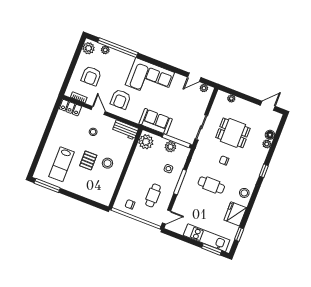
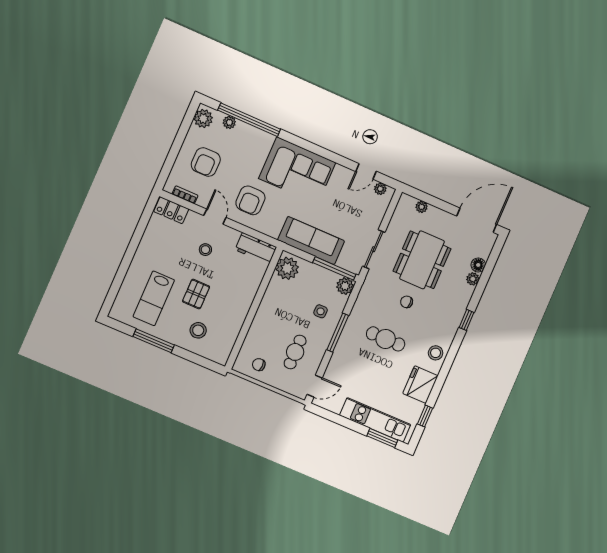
door: (268, 106) -> (477, 220), width x1.88
sofa: (156, 121) -> (311, 241), width x1.36
dining table: (233, 133) -> (422, 260), width x1.38
plant: (170, 147) -> (345, 286), moved
stool: (107, 163) -> (198, 330), moved
window: (47, 186) -> (154, 341), moved

